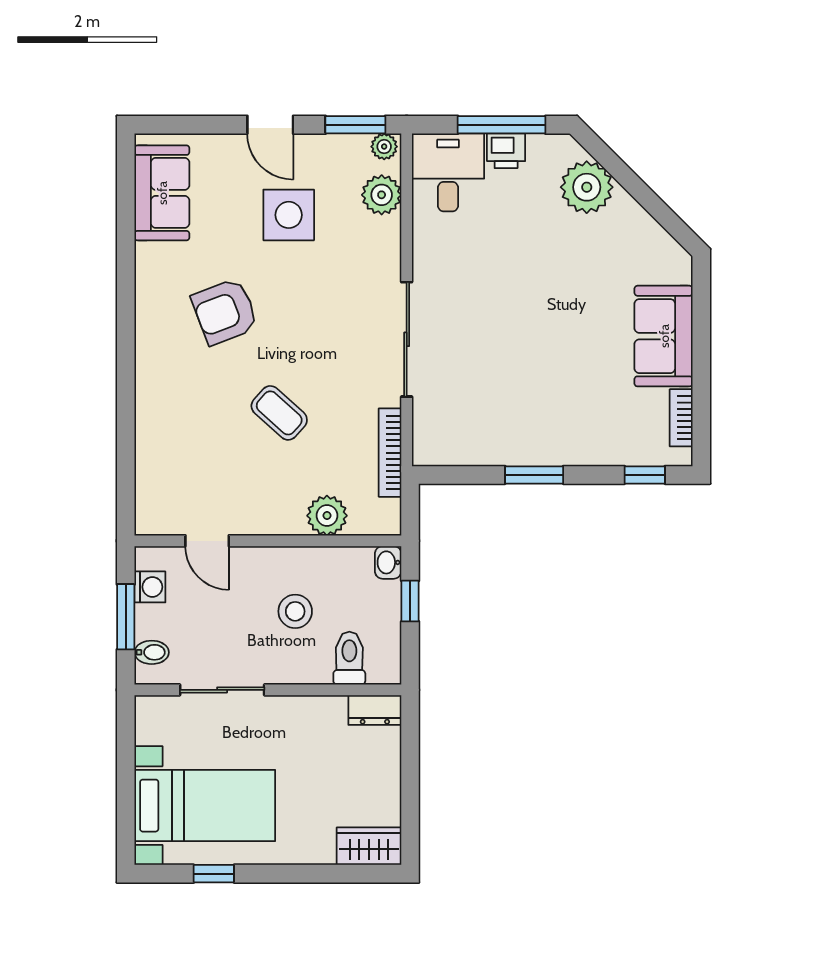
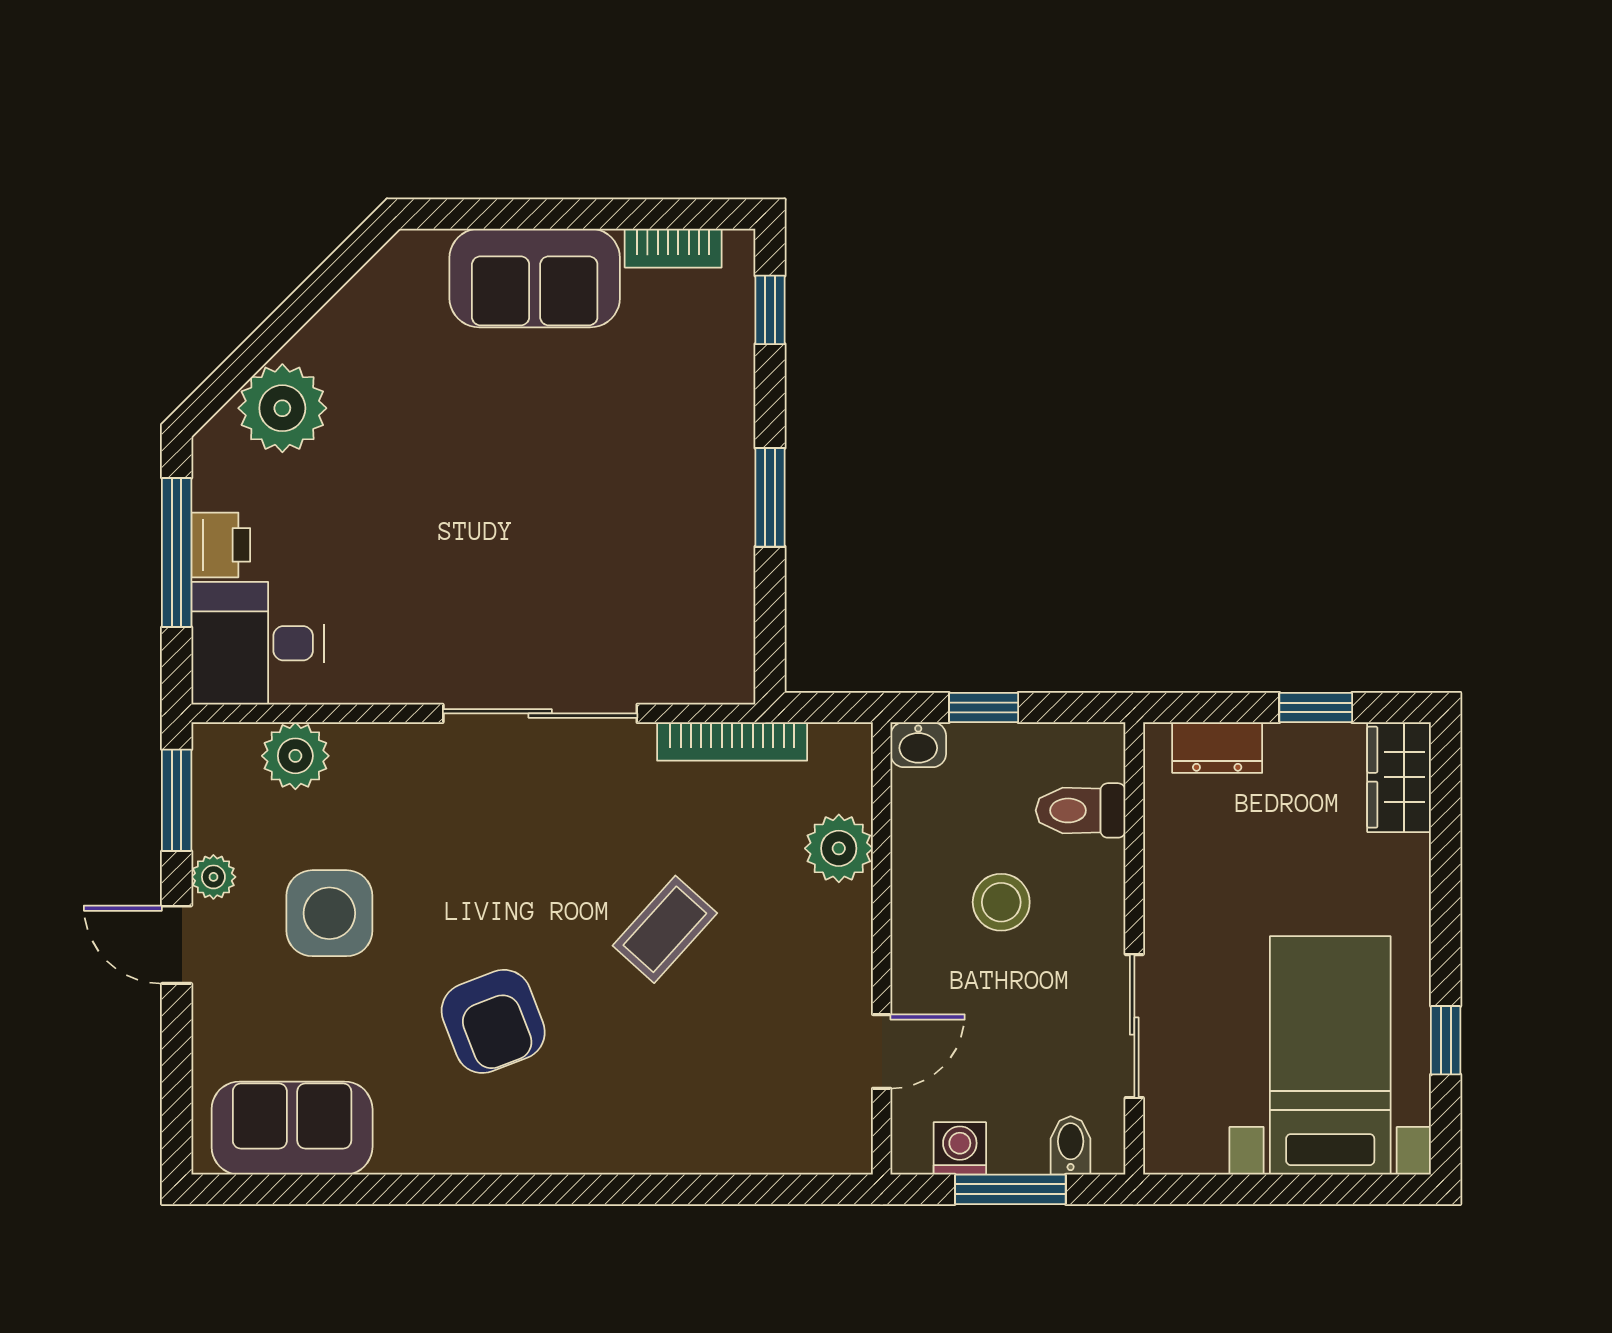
door: (270, 125) -> (177, 945), swing flipped
plant: (384, 147) -> (213, 877), moved
dresser: (375, 710) -> (1217, 748), moved, turned 90
window: (410, 797) -> (1316, 708), added

